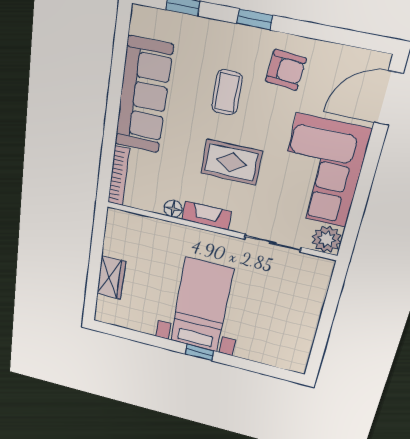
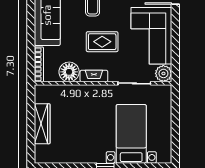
floor lamp: (173, 209) -> (69, 72), width x1.89, depth x1.89
wardrobe: (111, 278) -> (42, 124), width x1.50
bed with nightstands: (201, 305) -> (131, 134), moved

